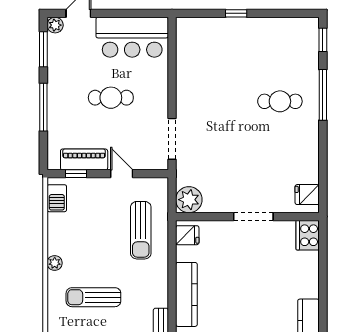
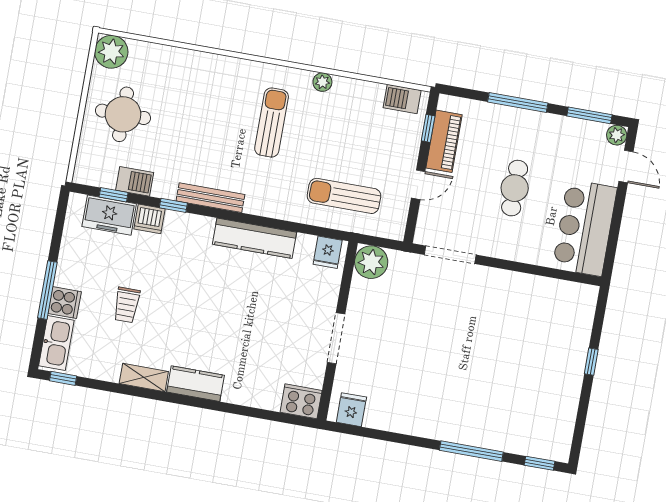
cafe table: (280, 101) -> (473, 396), removed

